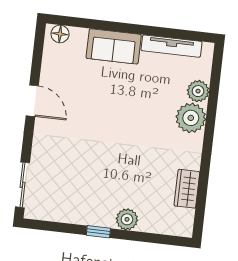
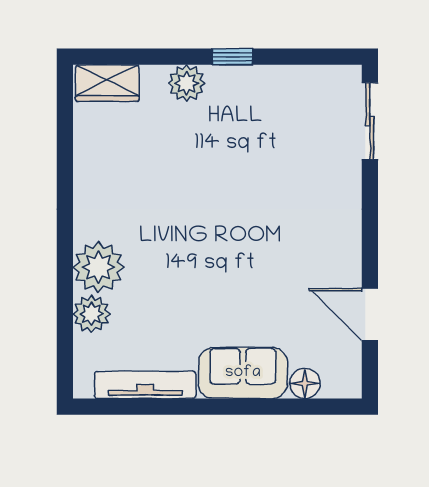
floor lamp: (60, 34) -> (305, 383), moved
door: (32, 101) -> (370, 314), moved
wardrobe: (187, 189) -> (107, 83), moved, turned 90

